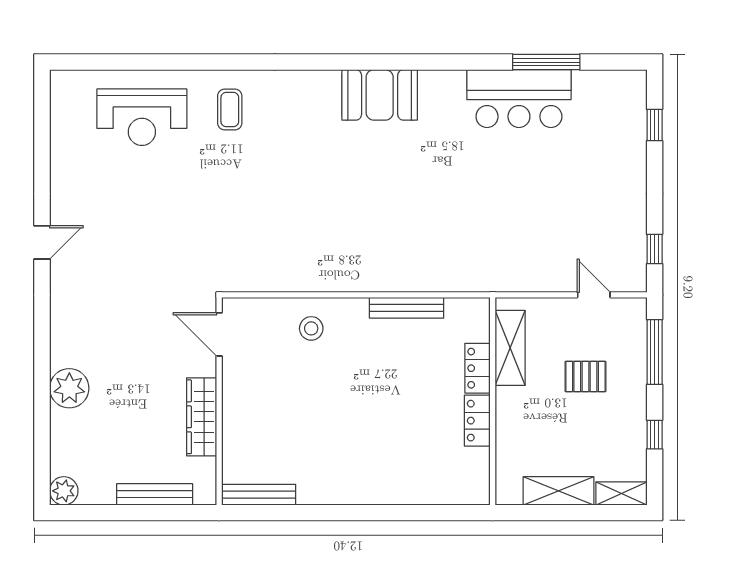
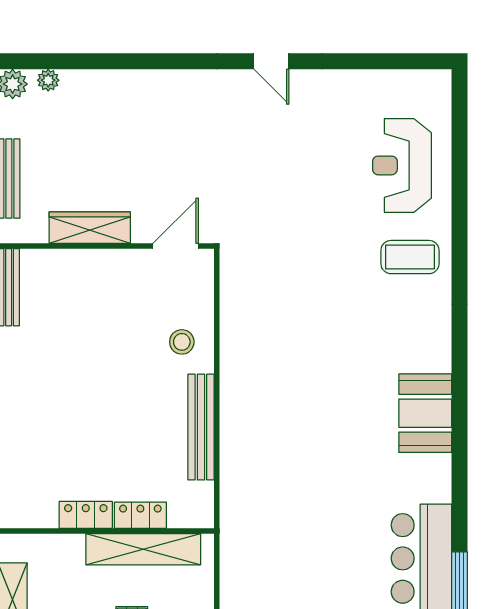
coffee table: (230, 110) -> (410, 257), width x1.36, depth x1.30
bench: (407, 308) -> (201, 427), width x1.37, depth x1.21
shelving: (510, 348) -> (143, 549), width x1.47
plant: (69, 388) -> (48, 80), moved, width x0.53, depth x0.53

